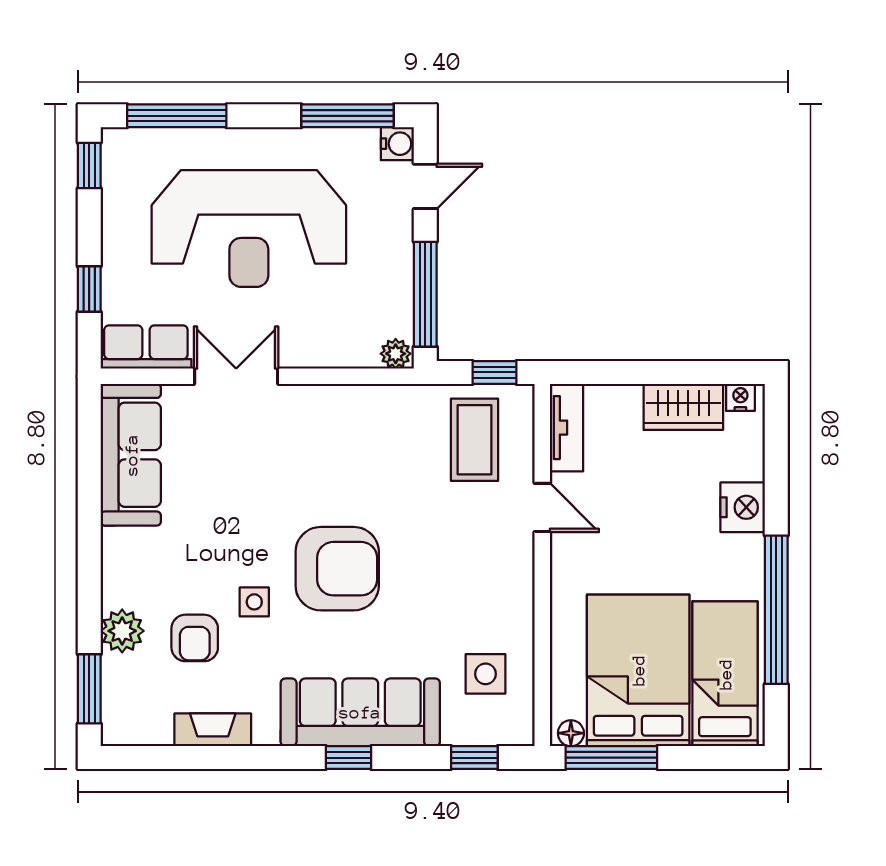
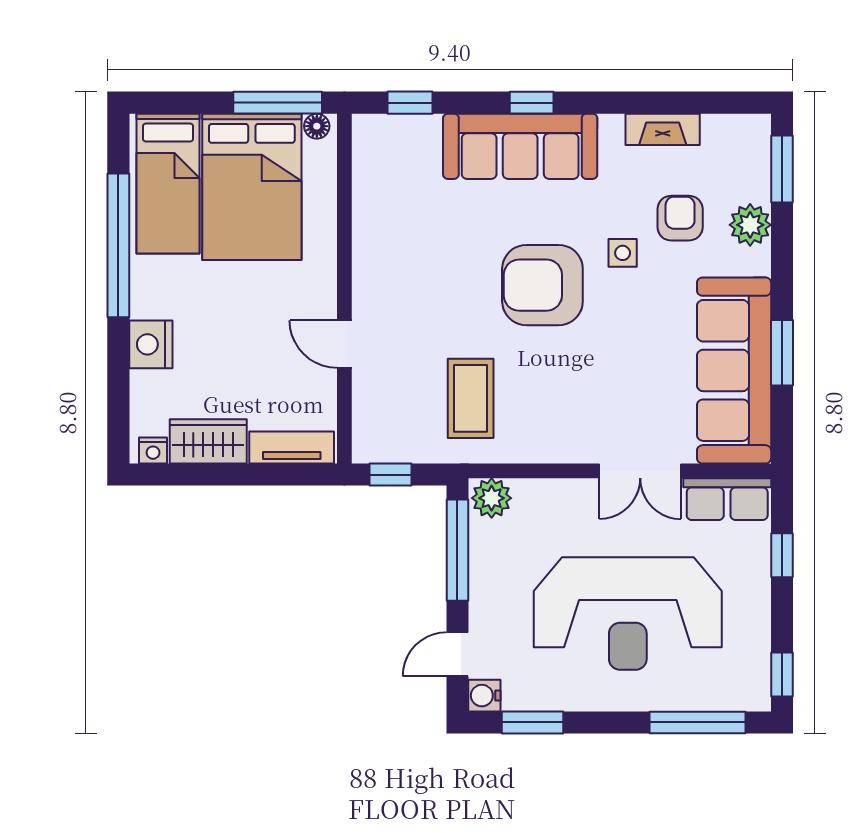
window: (347, 116) -> (533, 722), width x0.69
reception desk: (249, 229) -> (628, 614), turned 180
plant: (396, 354) -> (492, 498), width x1.38, depth x1.38
tv unit: (566, 428) -> (292, 447), moved, turned 90
coffee table: (475, 440) -> (471, 398), moved
sofa: (131, 455) -> (734, 370), width x1.36, depth x1.27
window: (89, 499) -> (782, 353), added
side table: (486, 674) -> (399, 183), removed

